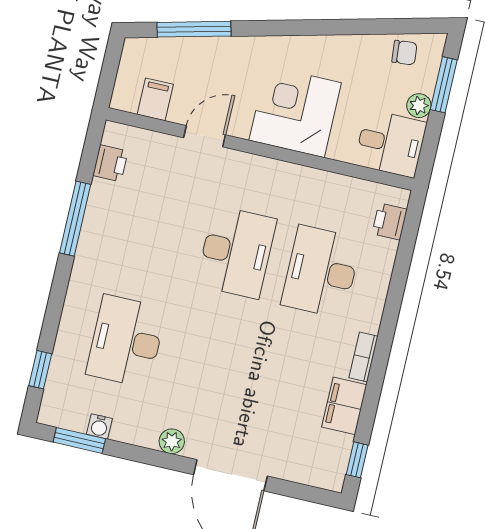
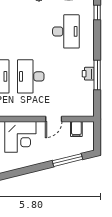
printer: (110, 163) -> (88, 74), moved

